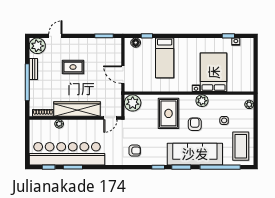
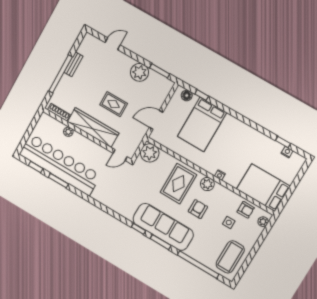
plant: (37, 46) -> (139, 72), moved
bed: (165, 58) -> (202, 124), width x1.50
rug: (73, 67) -> (114, 104), moved
bed: (214, 72) -> (263, 188), moved, turned -90
door: (123, 75) -> (156, 120), hinge flipped
plant: (202, 101) -> (207, 184), moved
armchair: (135, 151) -> (246, 210), moved
sofa: (195, 154) -> (163, 227), moved

